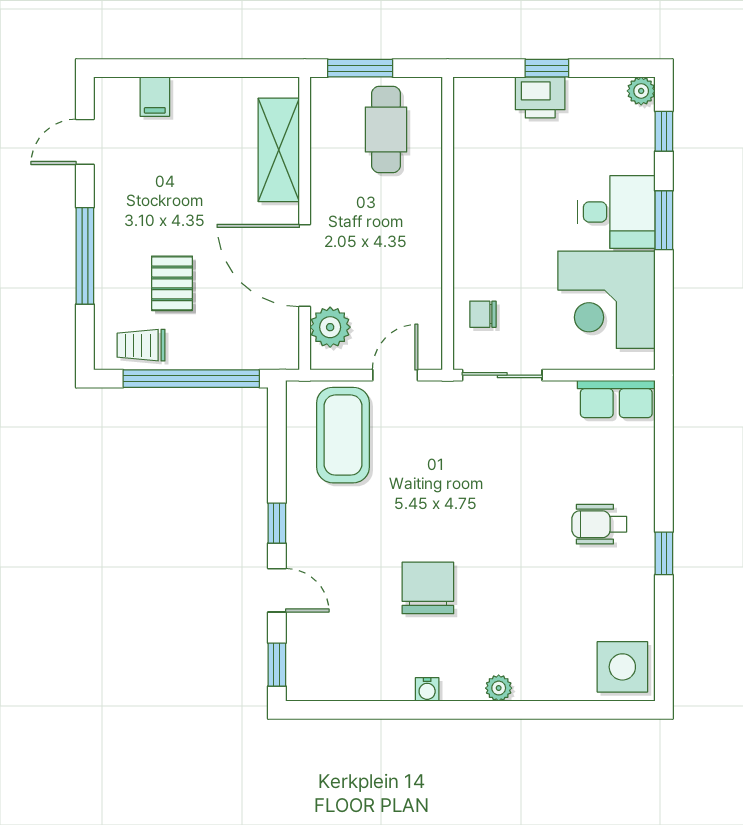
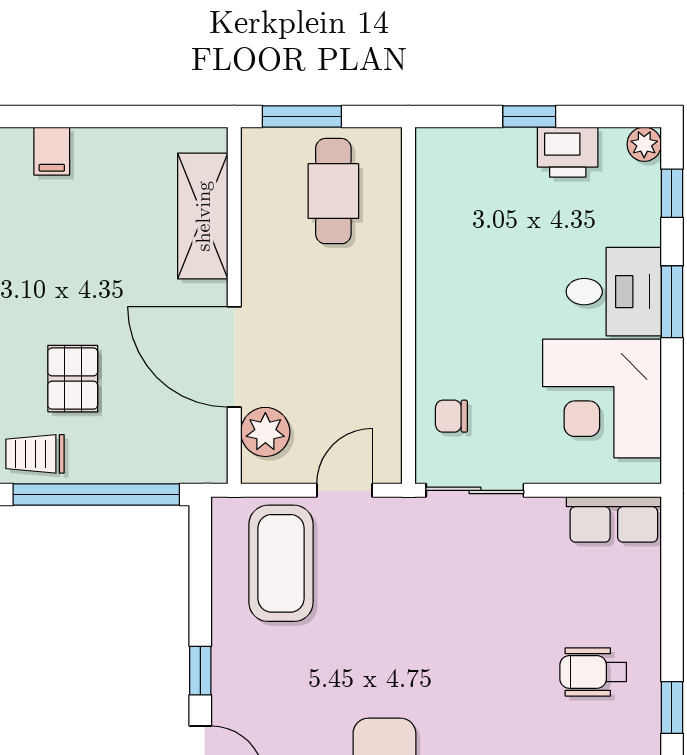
printer: (540, 97) -> (568, 152), moved

